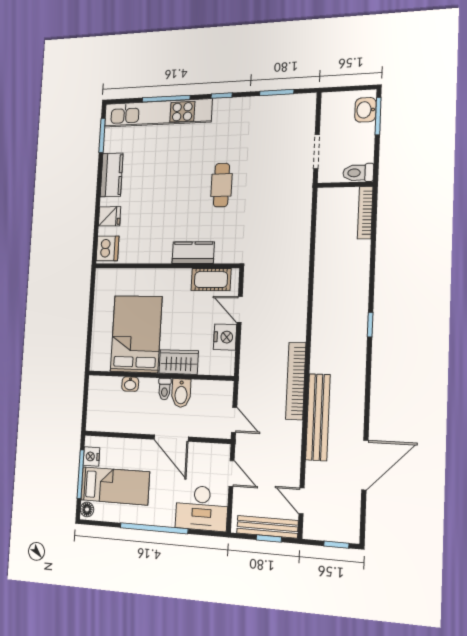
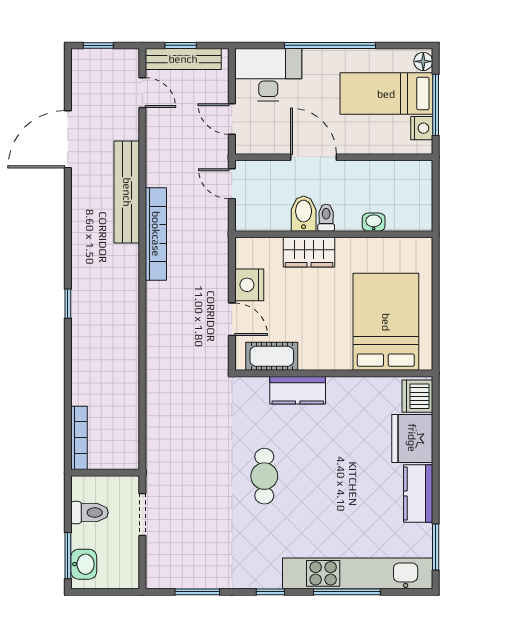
toilet: (358, 173) -> (90, 513), moved
fridge: (110, 216) -> (412, 438), width x1.88, depth x1.34
bed: (136, 334) -> (386, 322), moved, turned 180

